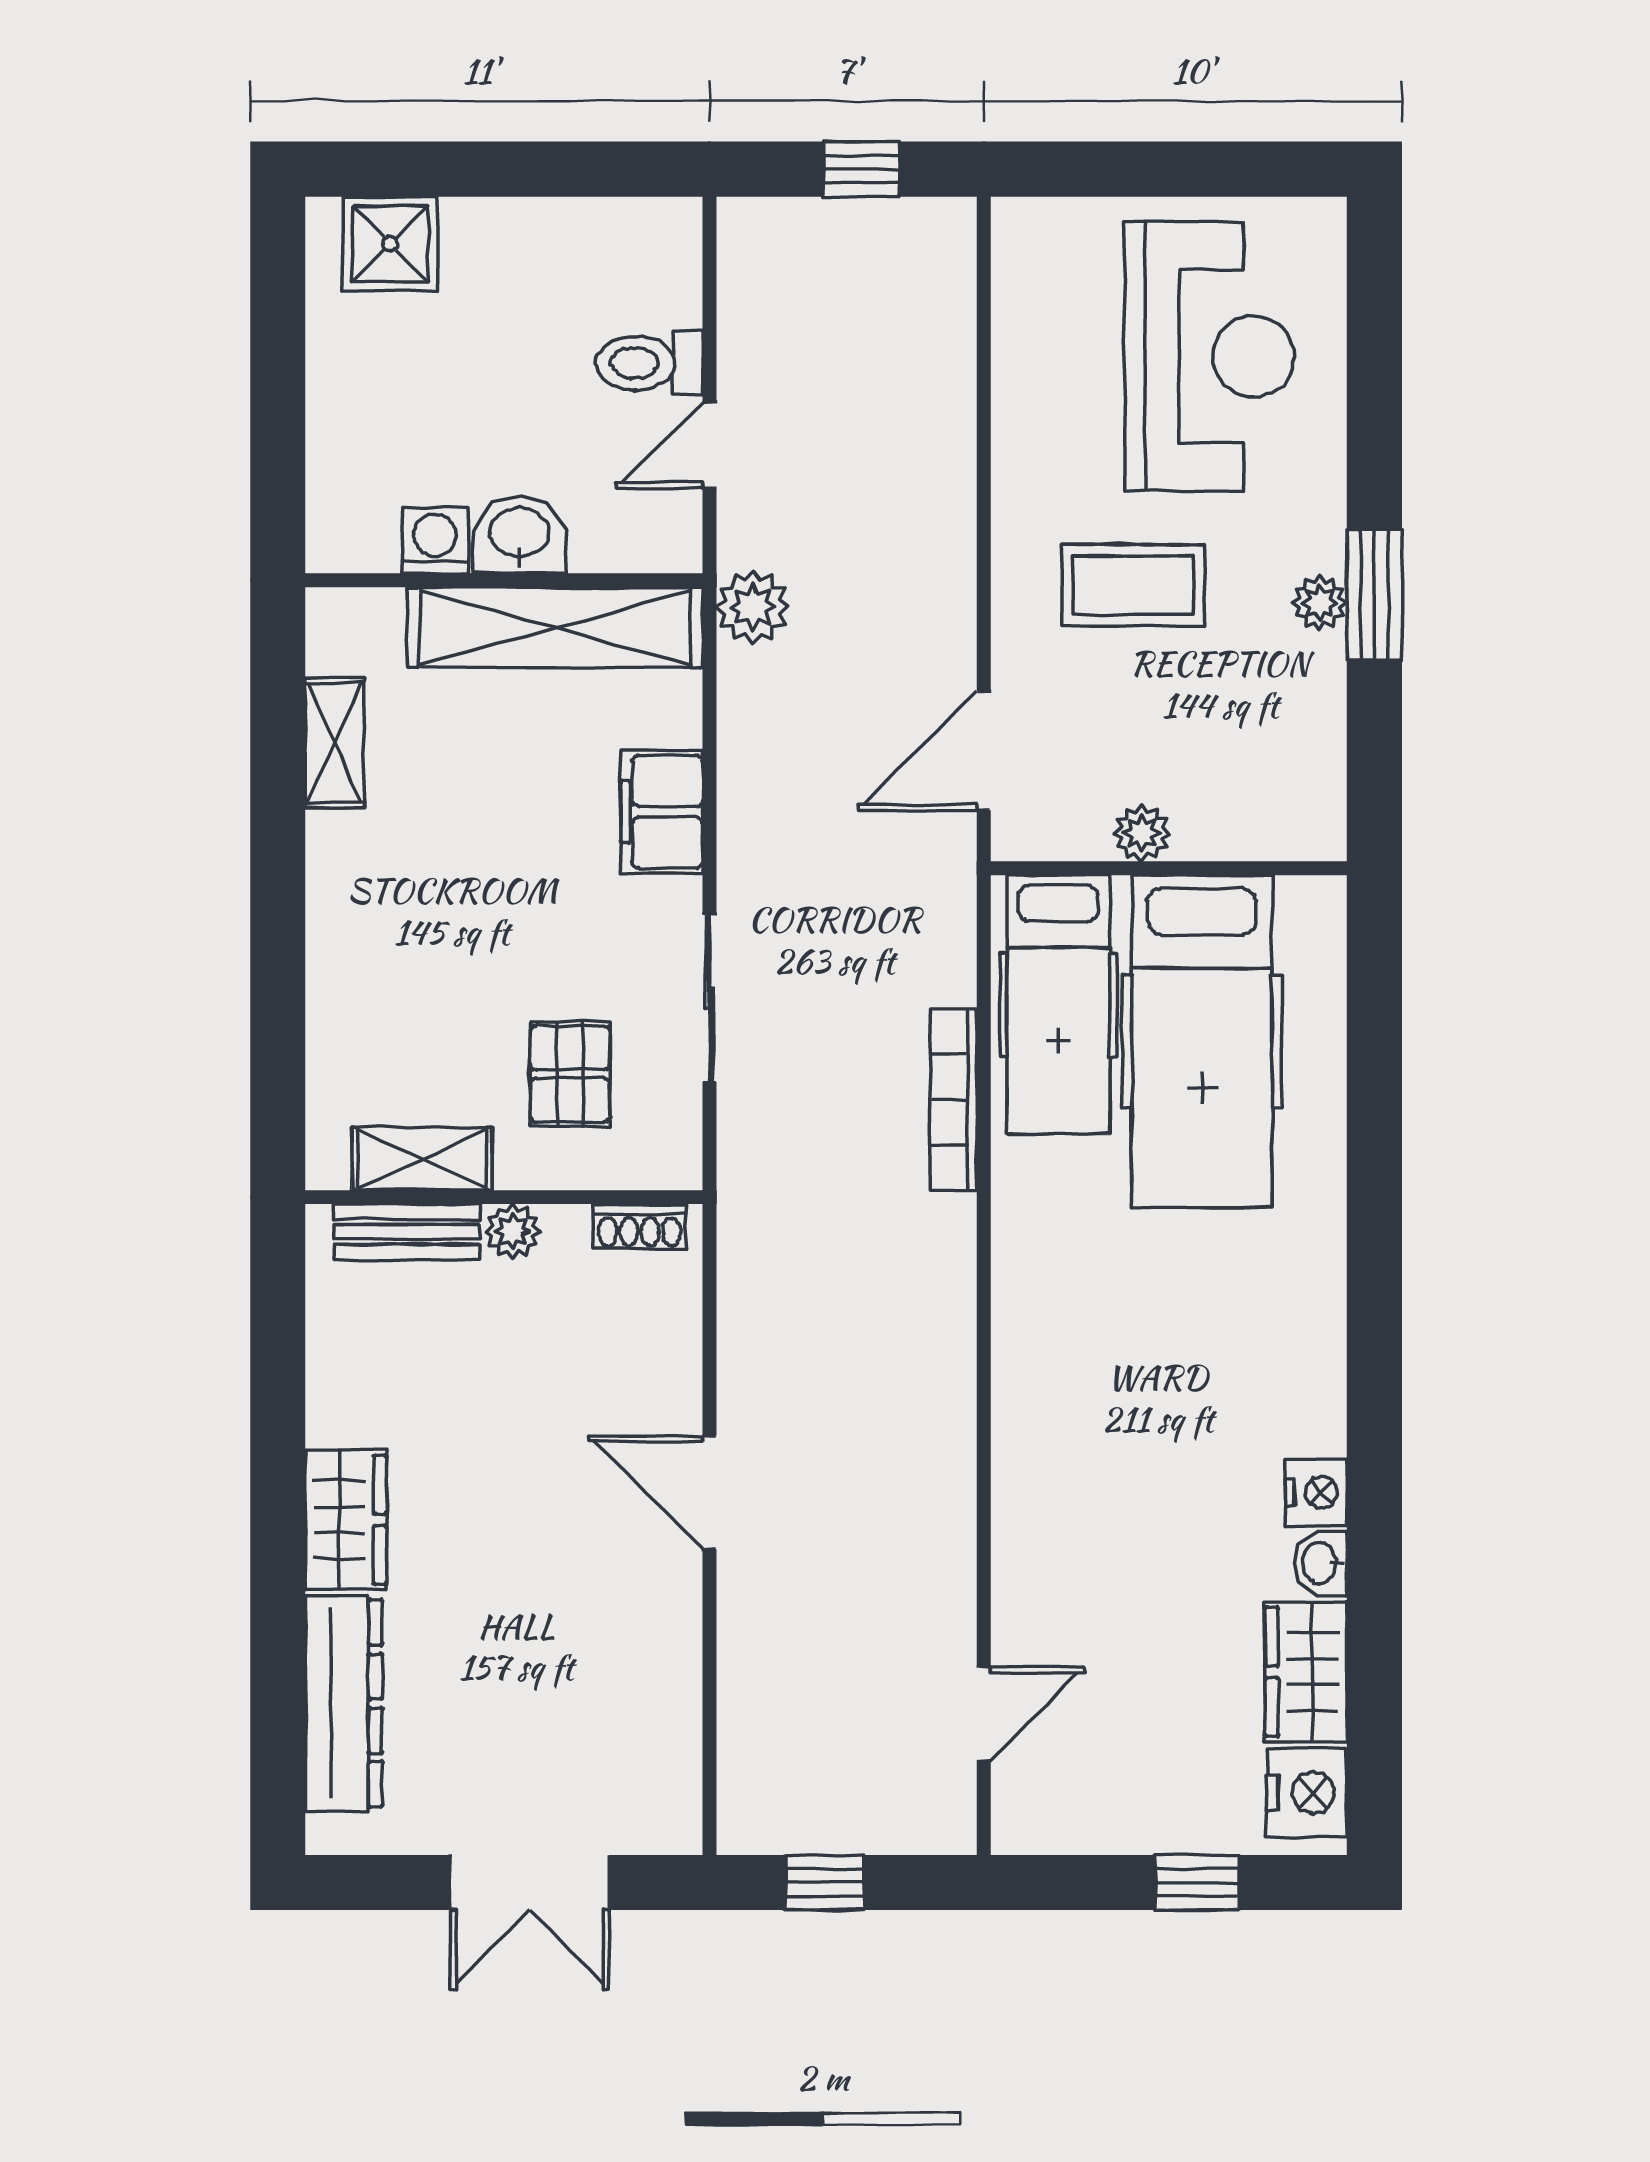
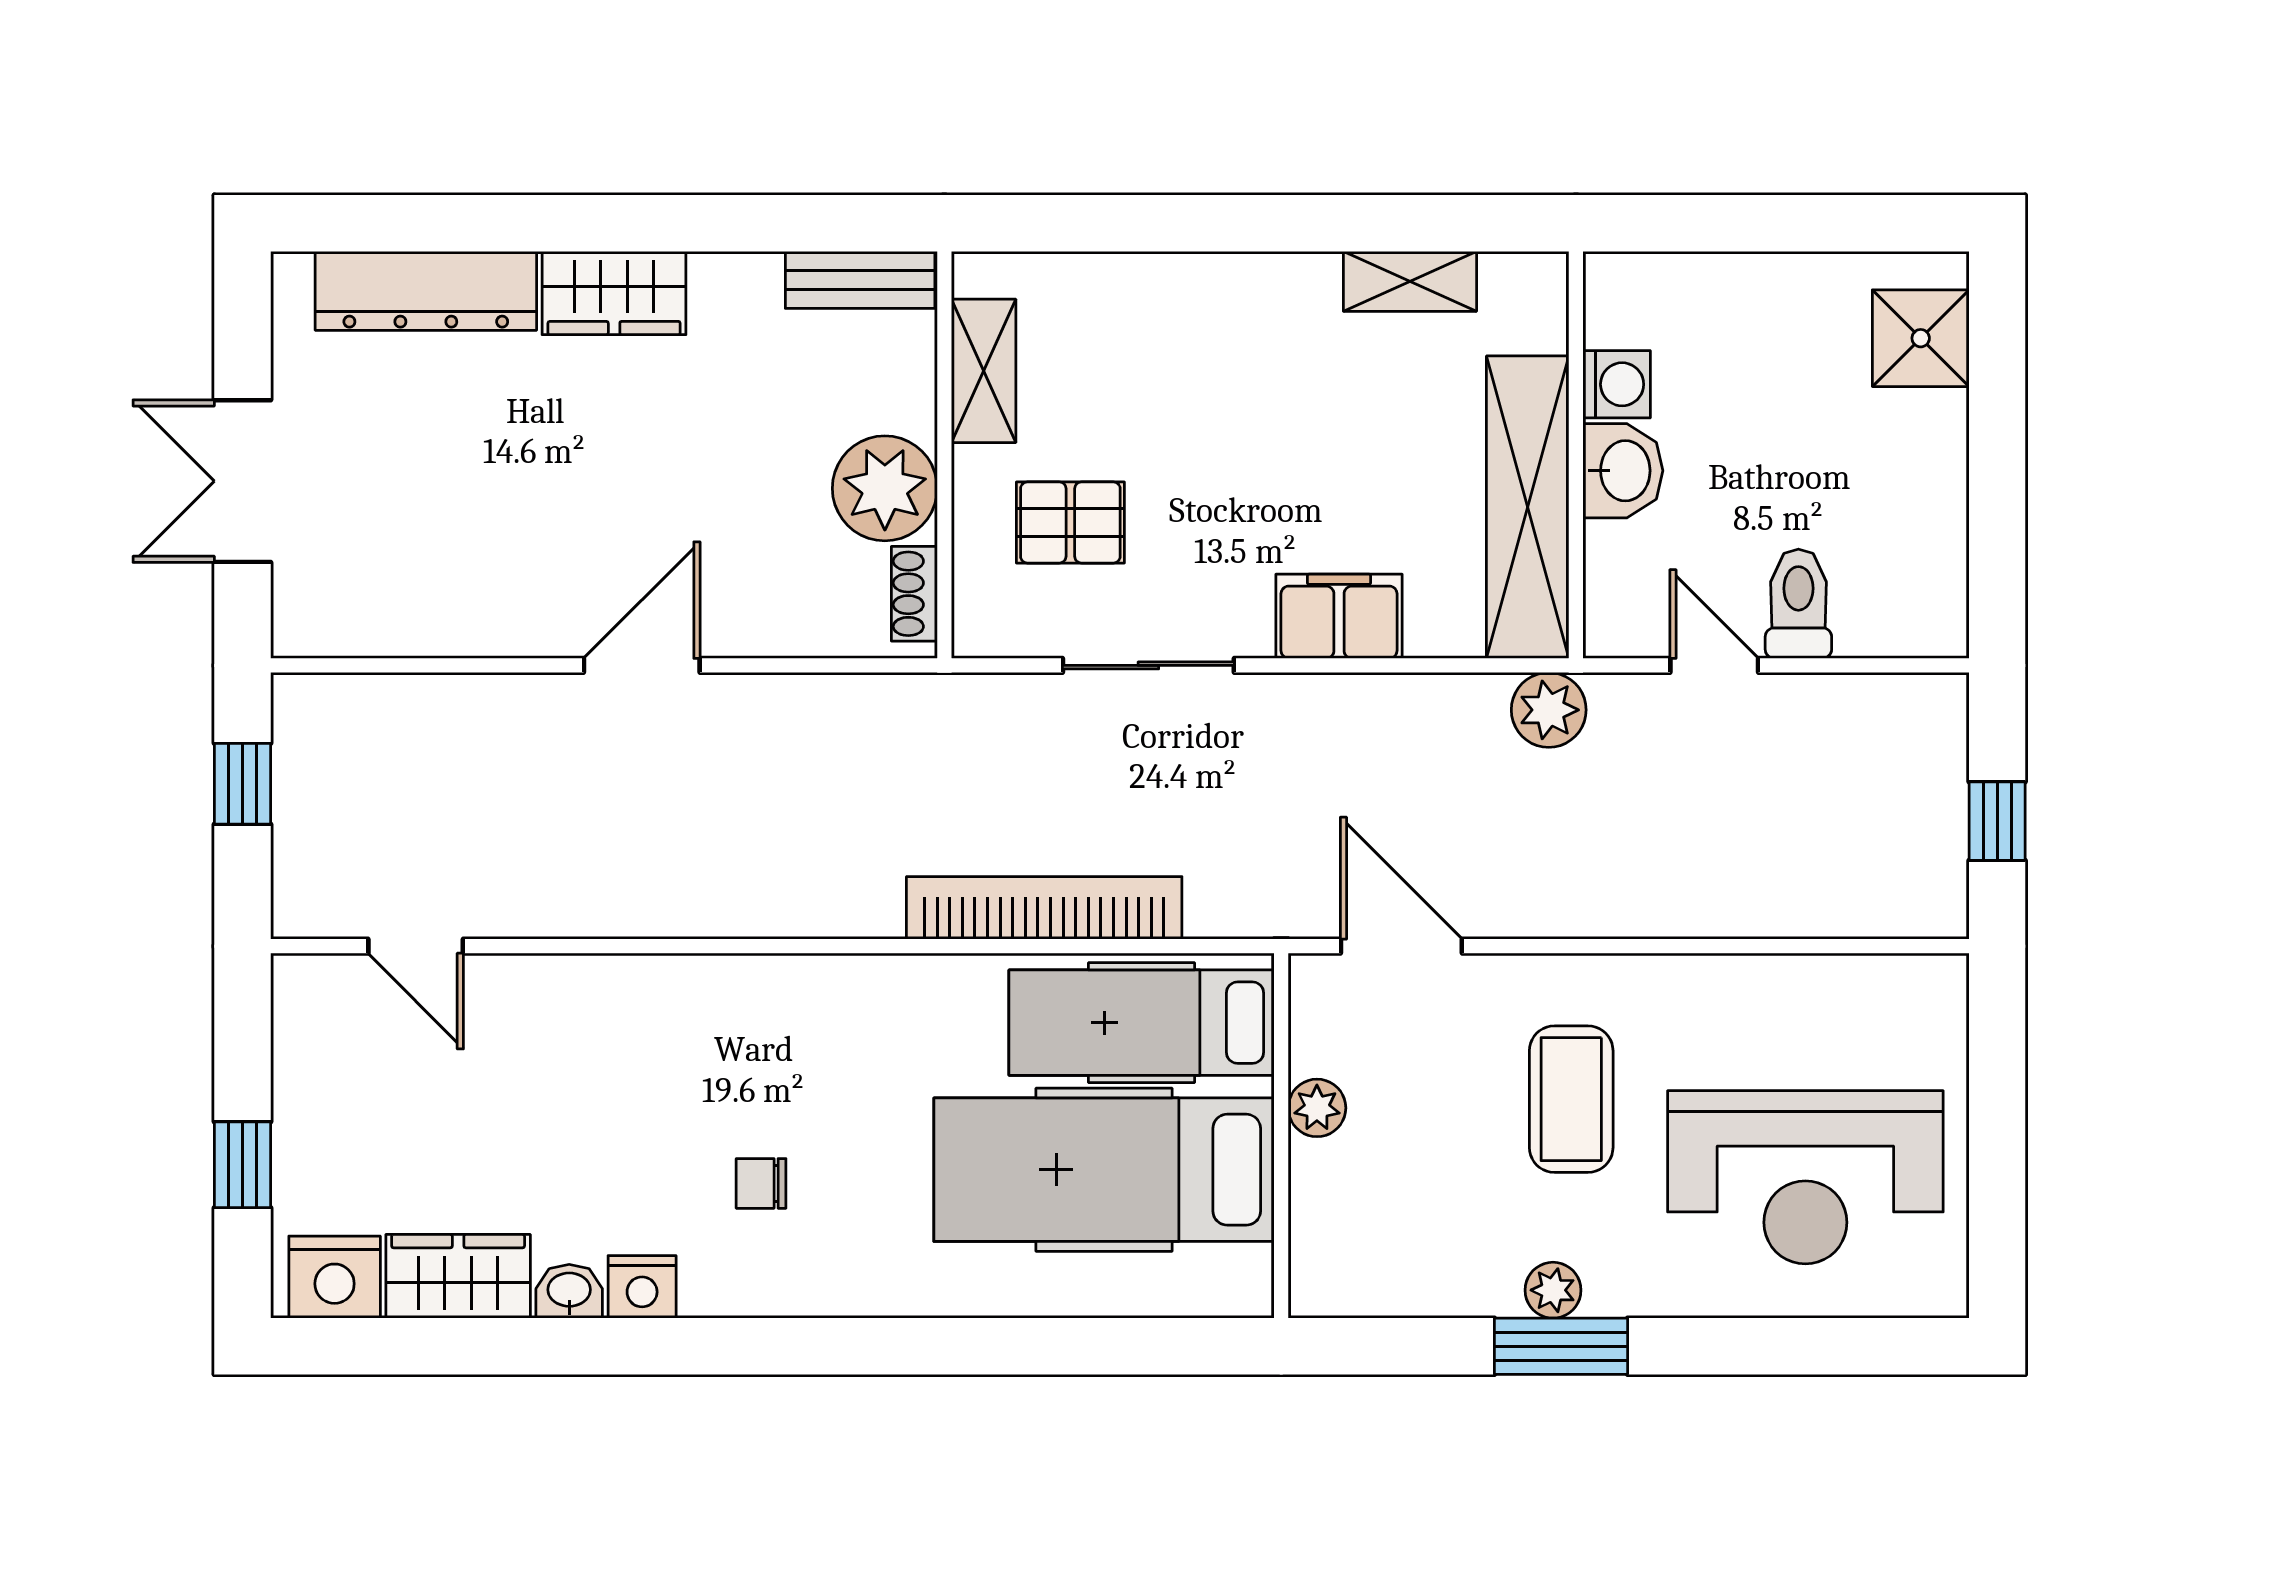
bookcase: (954, 1100) -> (1044, 908), width x1.48, depth x1.31
plant: (513, 1231) -> (885, 488), width x1.87, depth x1.87
bench: (407, 1232) -> (860, 280), moved, turned 90
chair: (1215, 1376) -> (761, 1183), added

